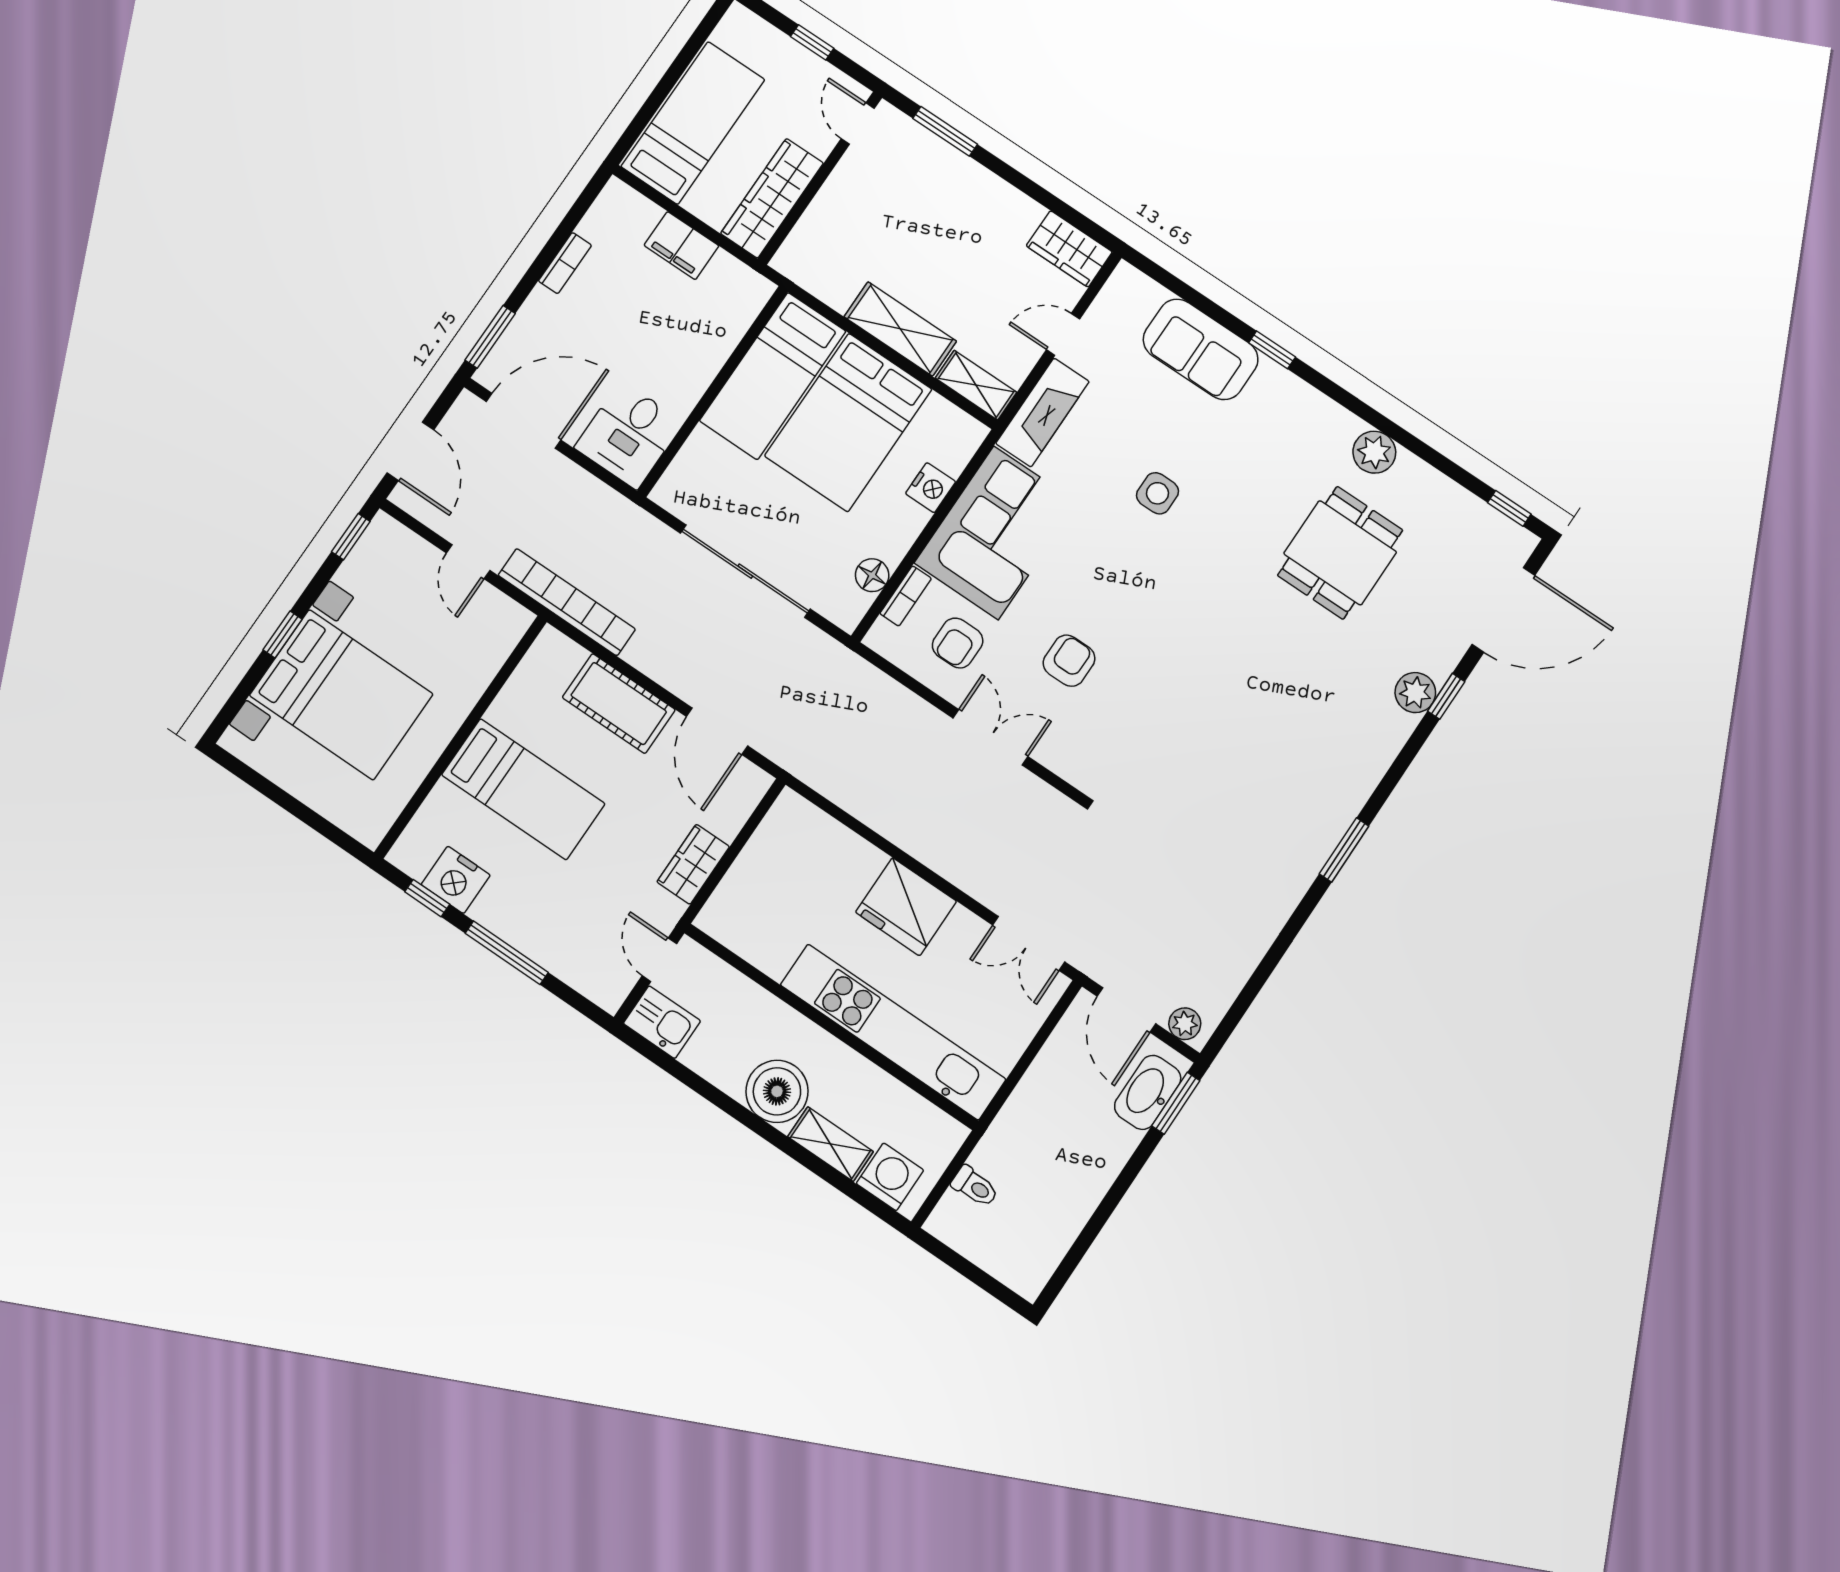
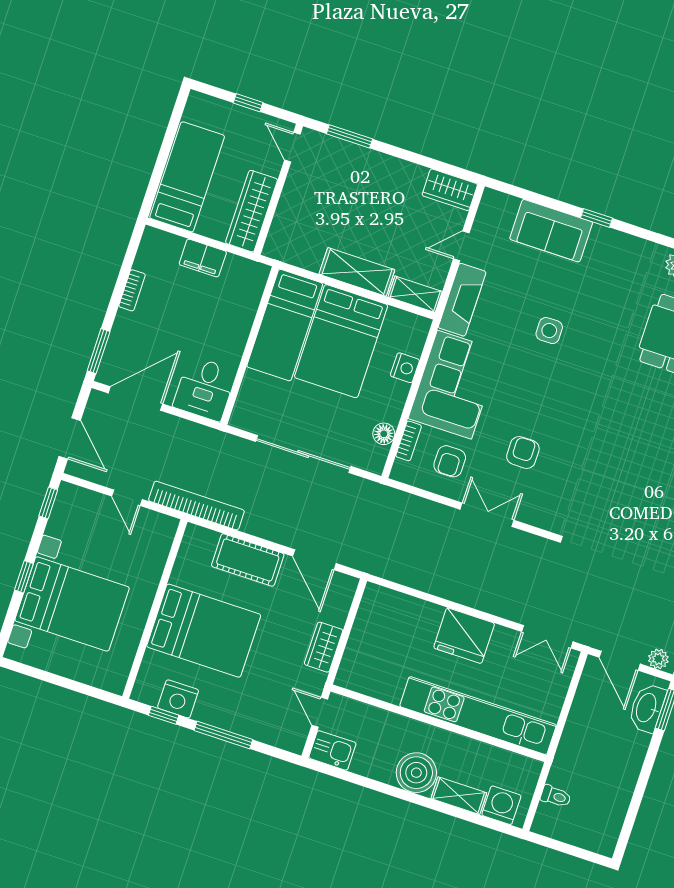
bed: (523, 789) -> (204, 631), width x1.50

